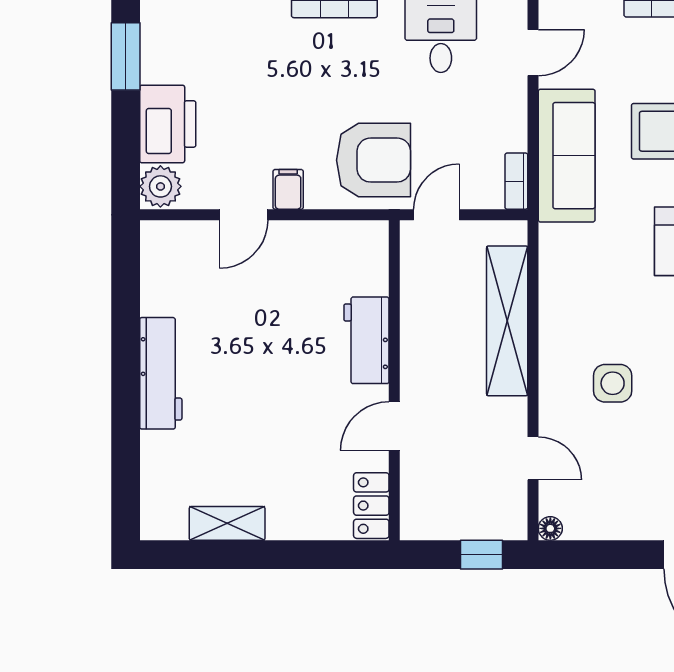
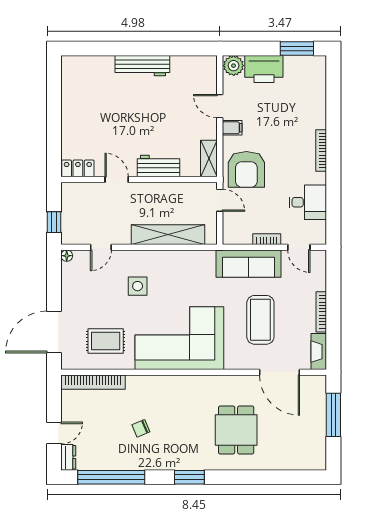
bookcase: (516, 181) -> (267, 239), moved
shelving: (227, 523) -> (209, 159), moved

